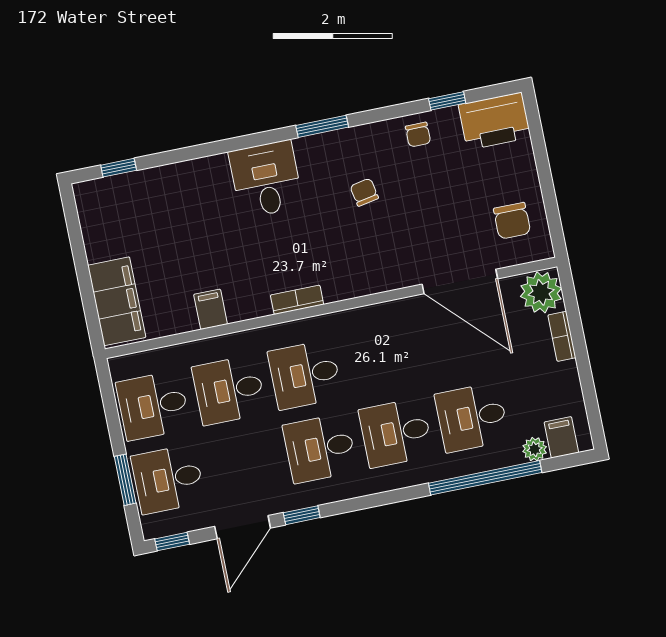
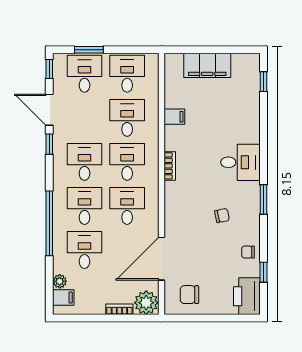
filing cabinet: (117, 301) -> (207, 65), moved
desk: (381, 359) -> (127, 206), added
window: (485, 478) -> (49, 223), moved

